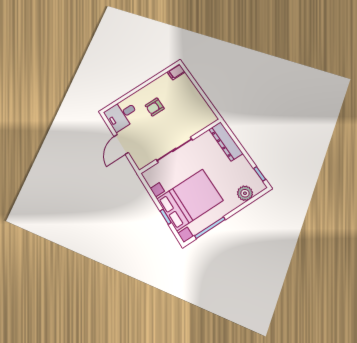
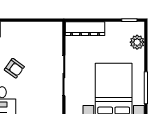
armchair: (155, 107) -> (14, 68), turned -54

